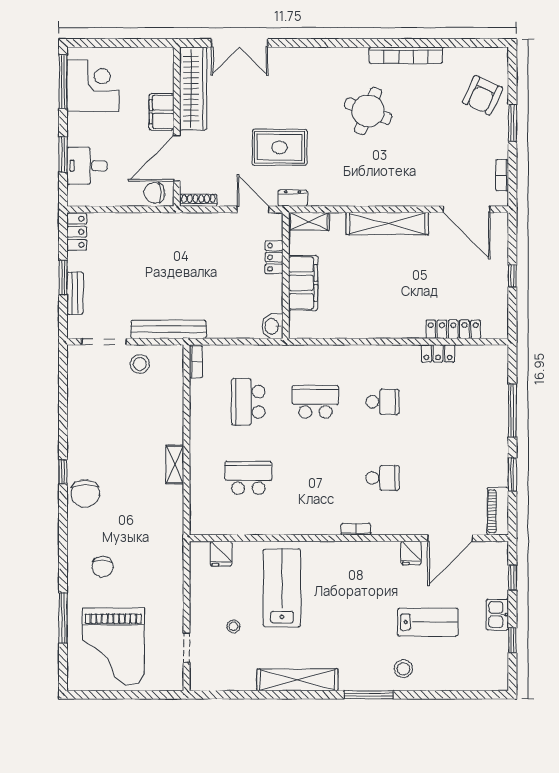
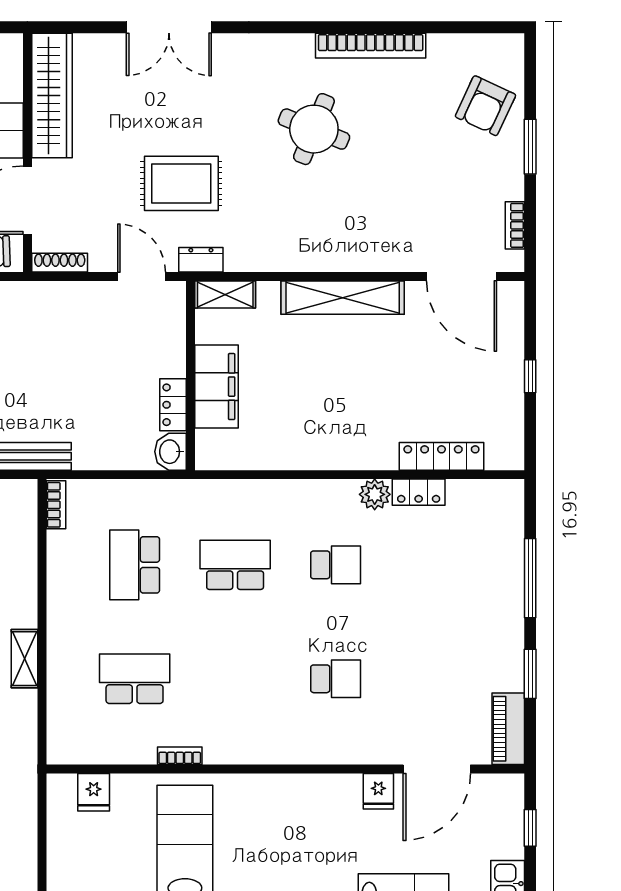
double door: (239, 43) -> (169, 27), moved
locker: (274, 257) -> (173, 405), moved
plant: (409, 355) -> (375, 494), added
bookcase: (356, 529) -> (180, 756), moved

